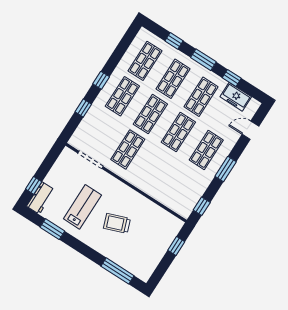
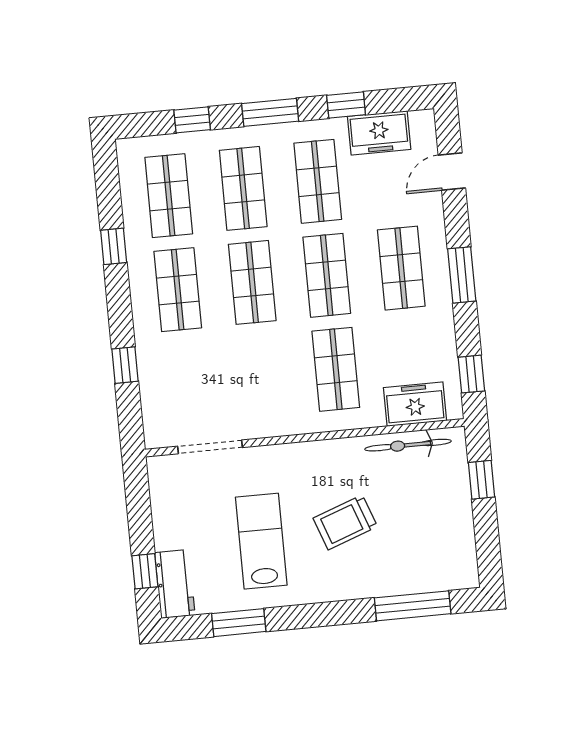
window: (101, 80) -> (114, 246), moved
shop shelf: (128, 149) -> (336, 369), moved
freezer: (174, 201) -> (415, 404), added
bicycle: (160, 214) -> (408, 445), added

